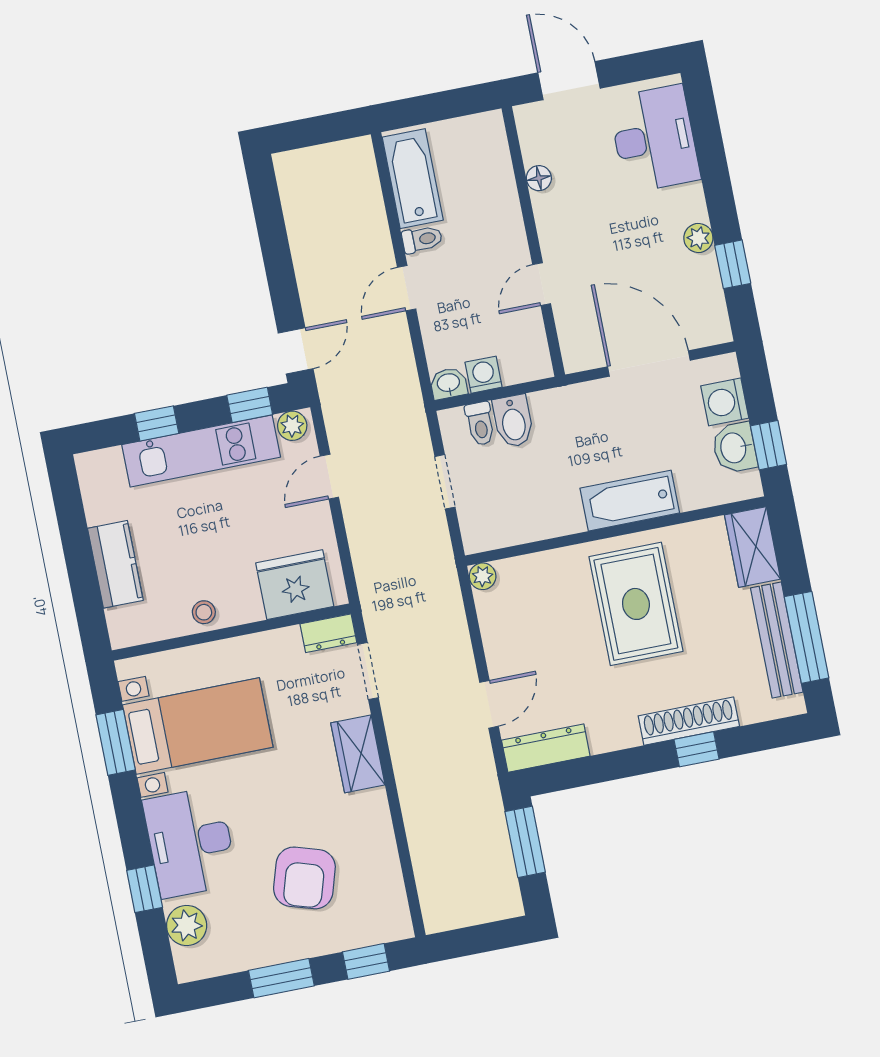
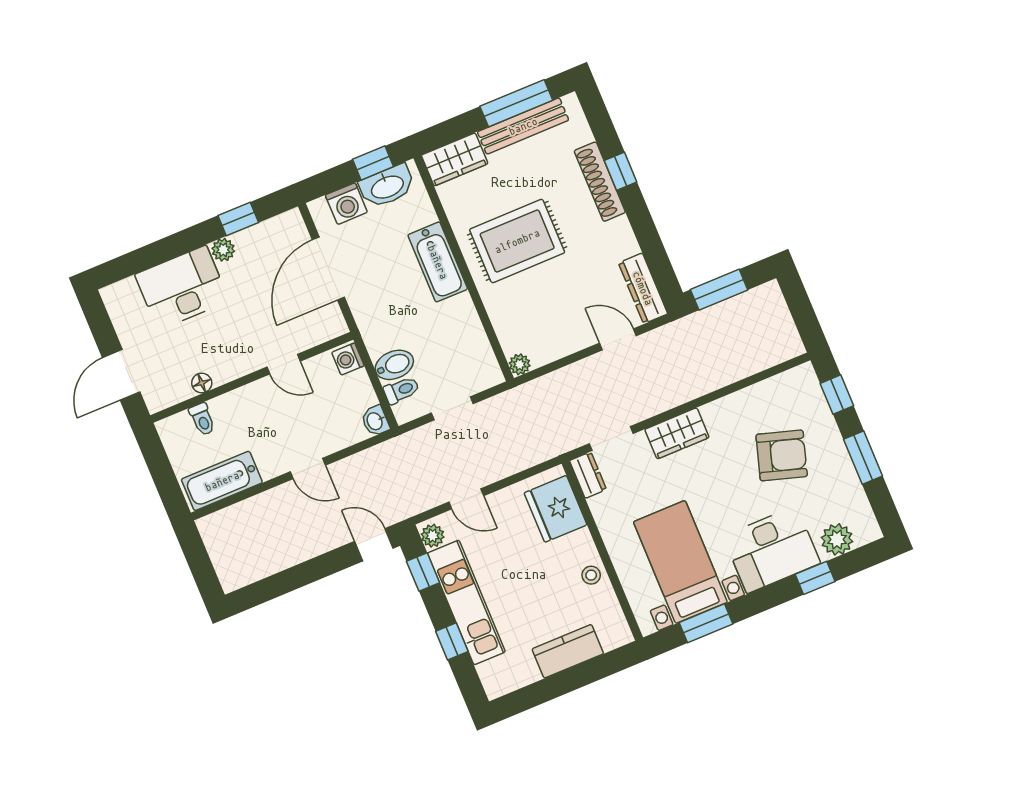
desk: (654, 139) -> (182, 288), moved
toilet: (422, 239) -> (202, 419), moved, turned 180
washing machine: (484, 375) -> (348, 359), moved
washbasin: (734, 448) -> (387, 186), width x1.38

